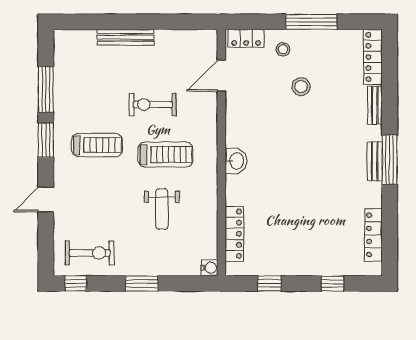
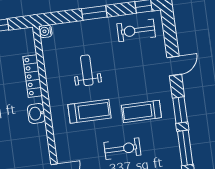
exercise bike: (153, 105) -> (122, 149), moved
treadmill: (165, 155) -> (90, 111), turned 180
locker: (234, 234) -> (33, 76), moved

